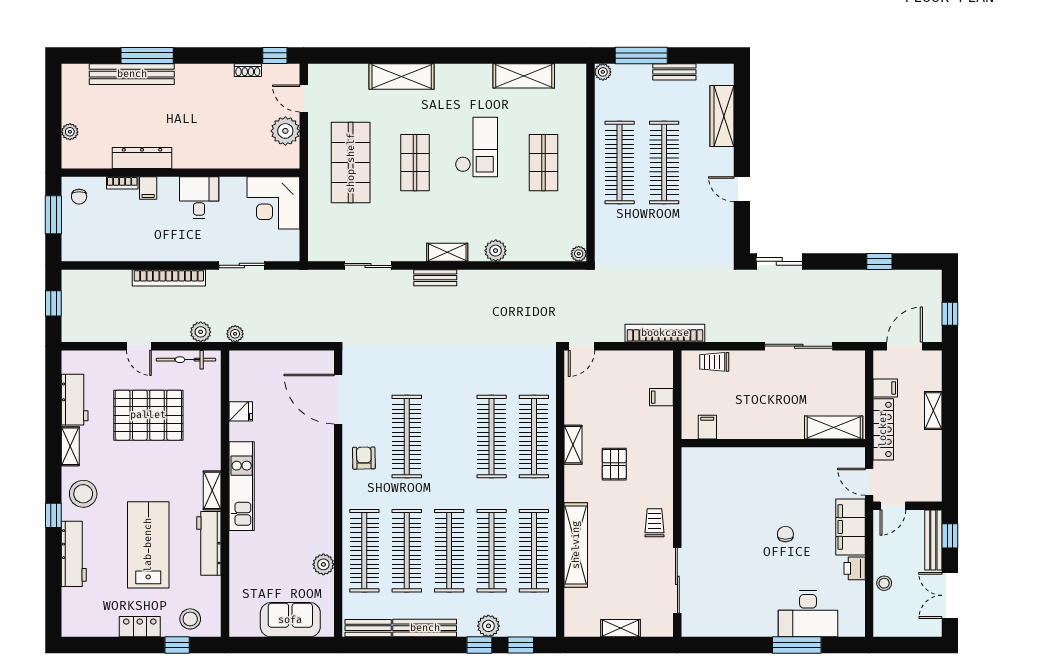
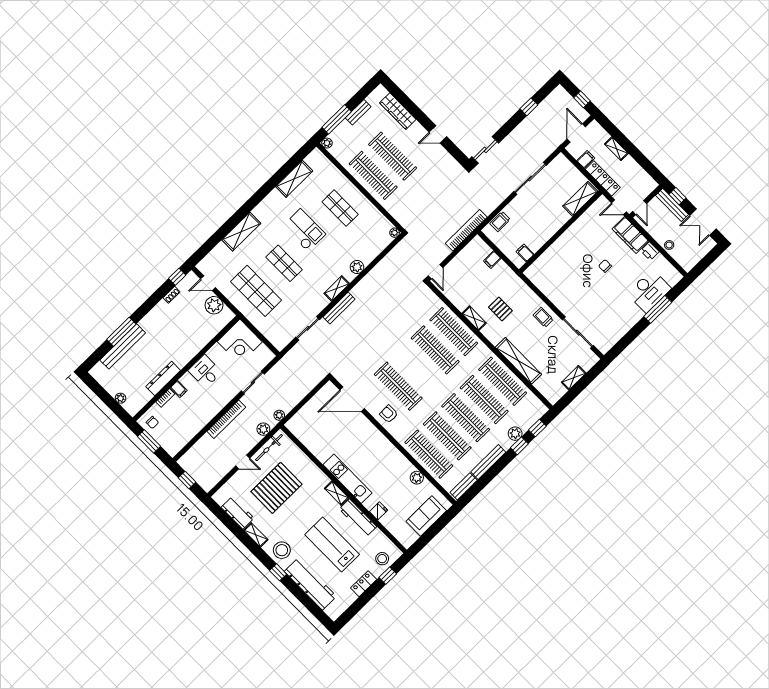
bench: (435, 278) -> (339, 308), width x1.36
fridge: (241, 411) -> (379, 511), moved
workbench: (74, 554) -> (310, 584), width x1.36, depth x1.32

